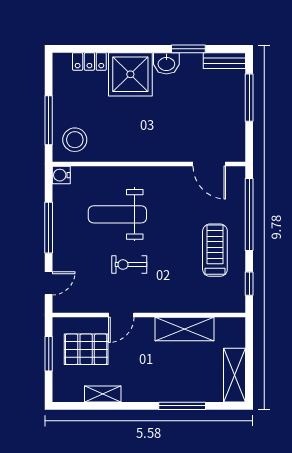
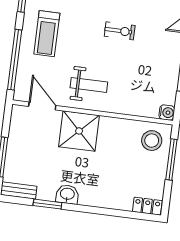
locker: (89, 61) -> (147, 206), moved
shower: (130, 74) -> (79, 131), moved
weight bench: (117, 214) -> (89, 85), moved, width x0.73, depth x0.75

